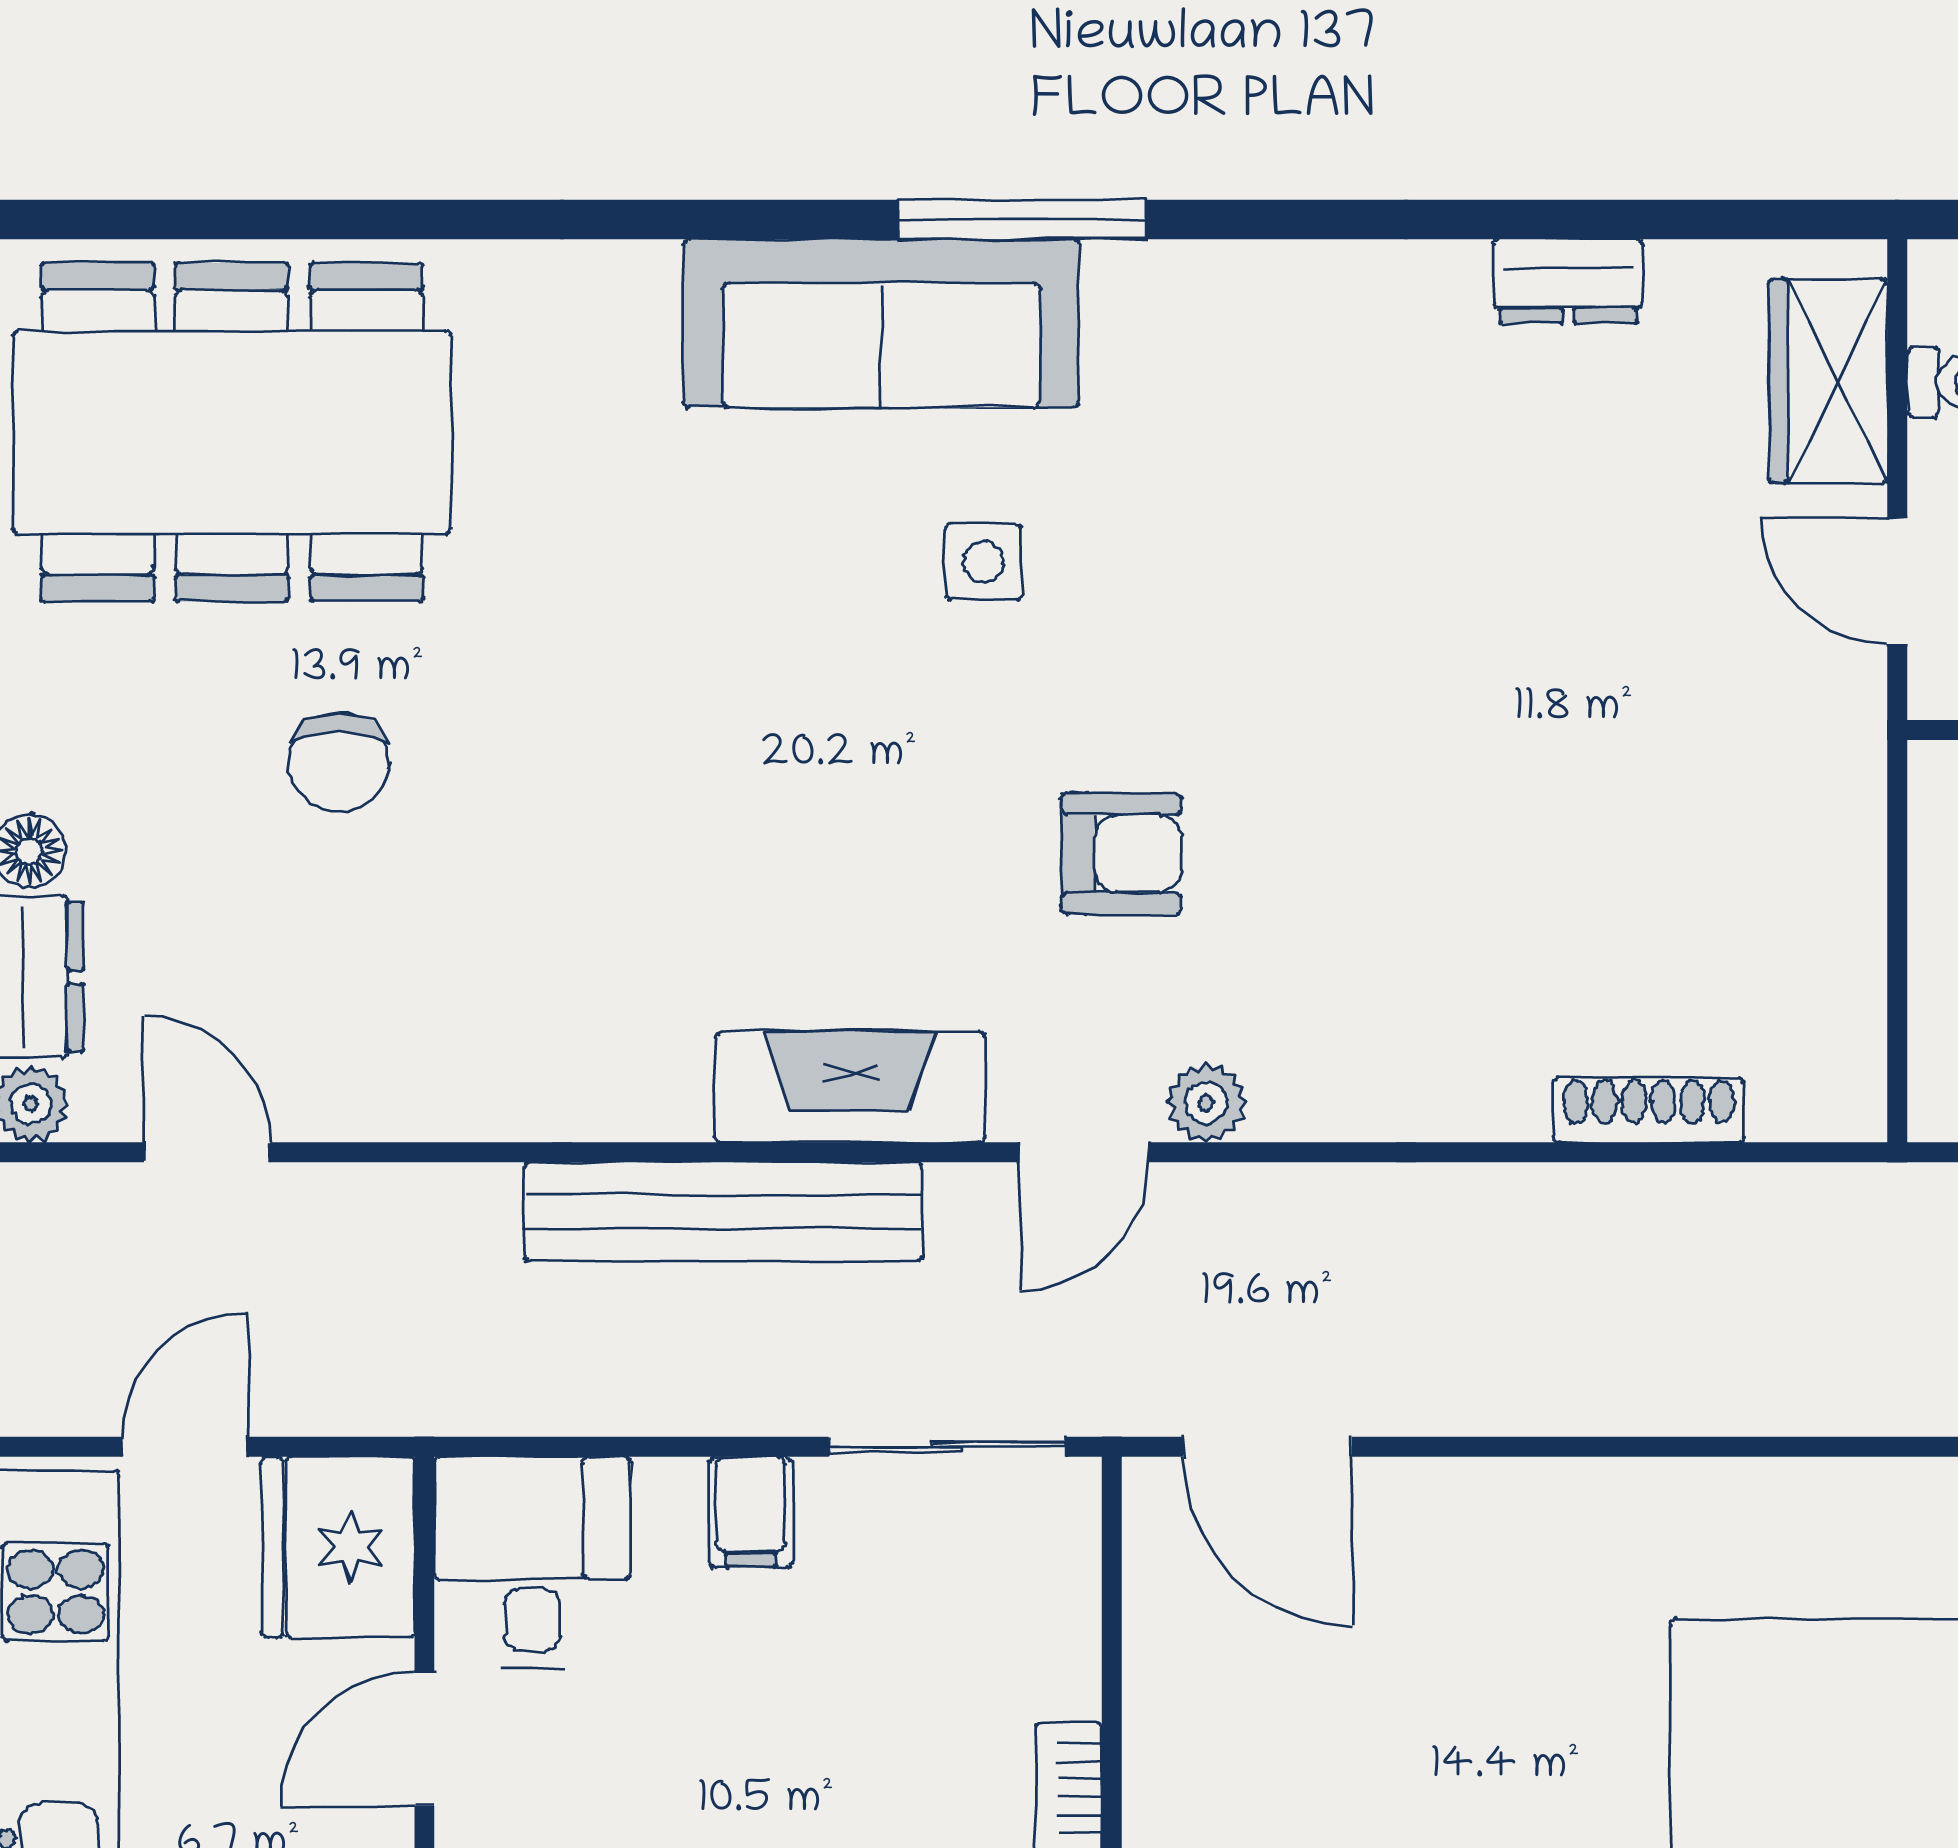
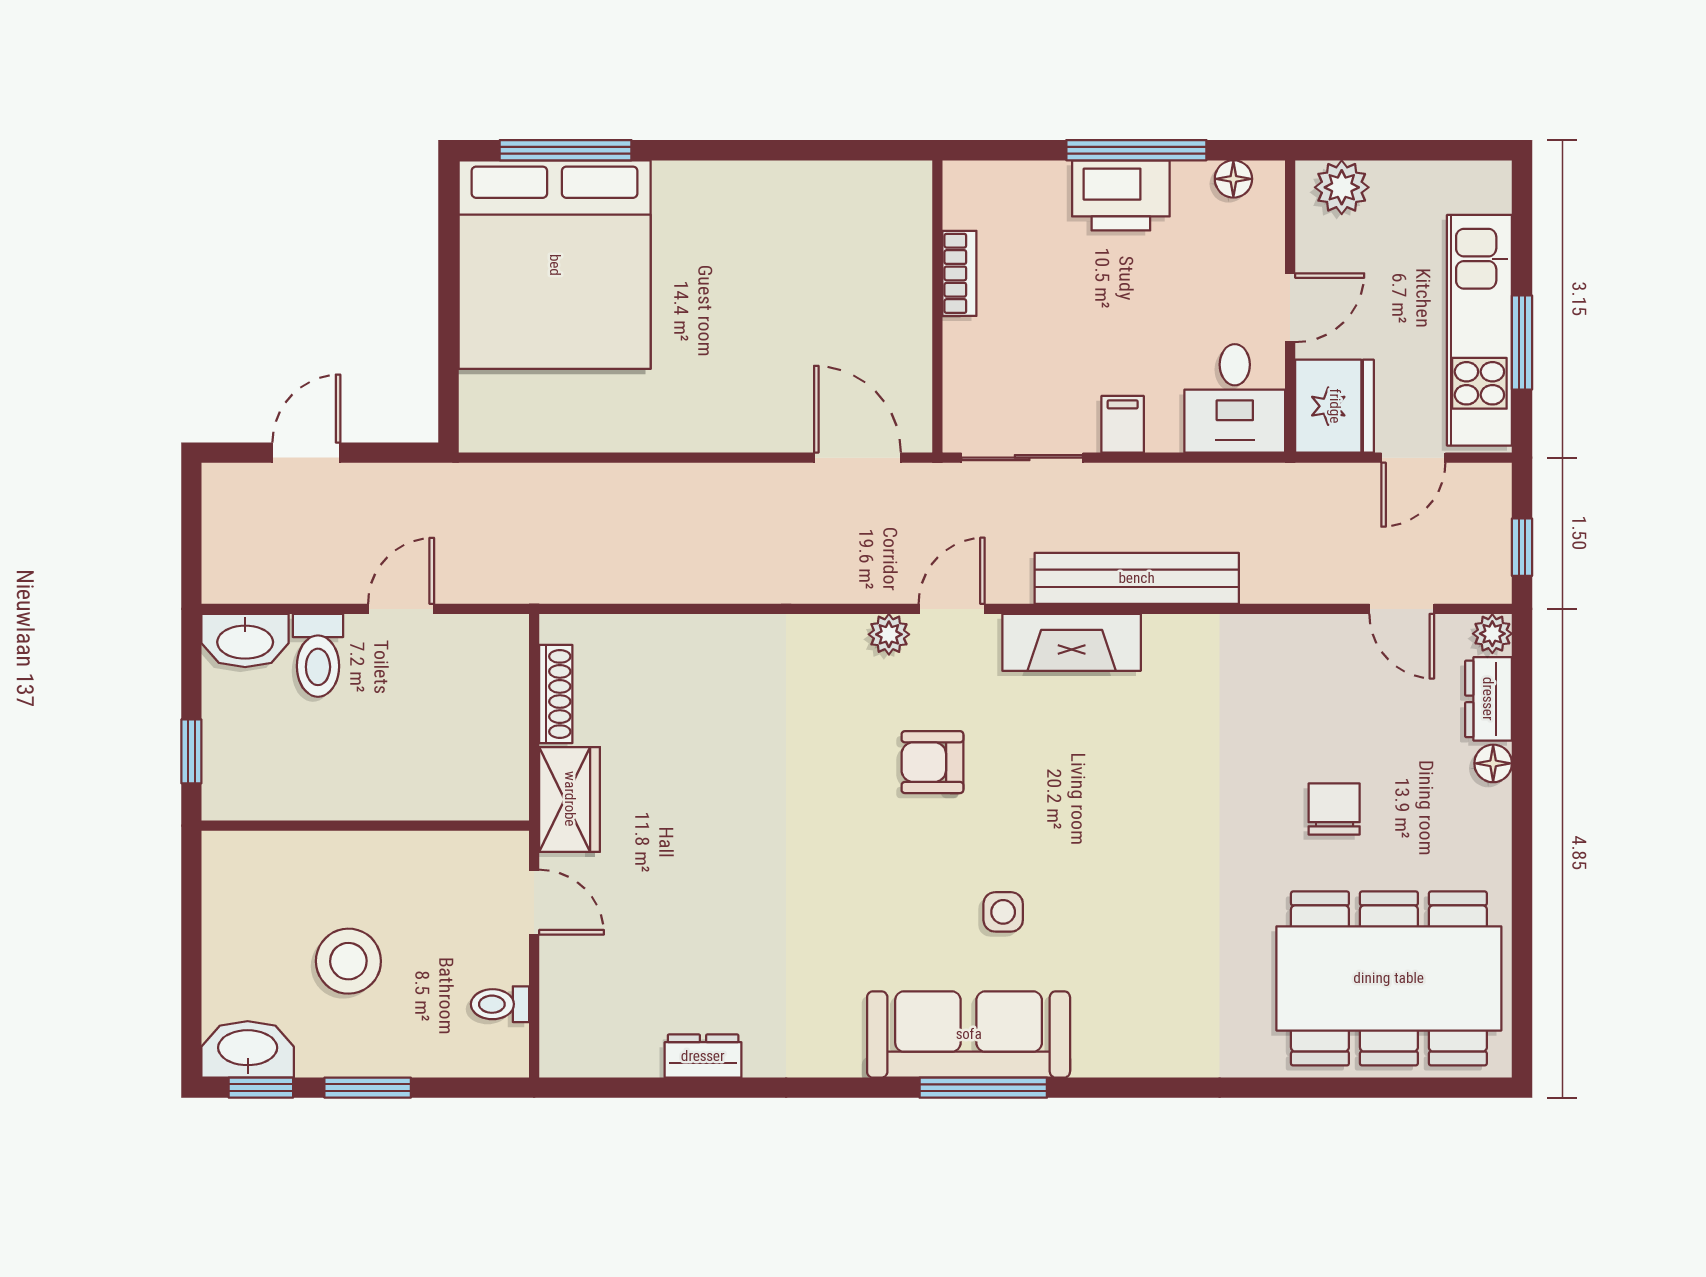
sofa: (881, 323) -> (969, 1034), moved
wardrobe: (1828, 381) -> (570, 799), moved
shoe rack: (1649, 1110) -> (556, 694), moved, turned -90

